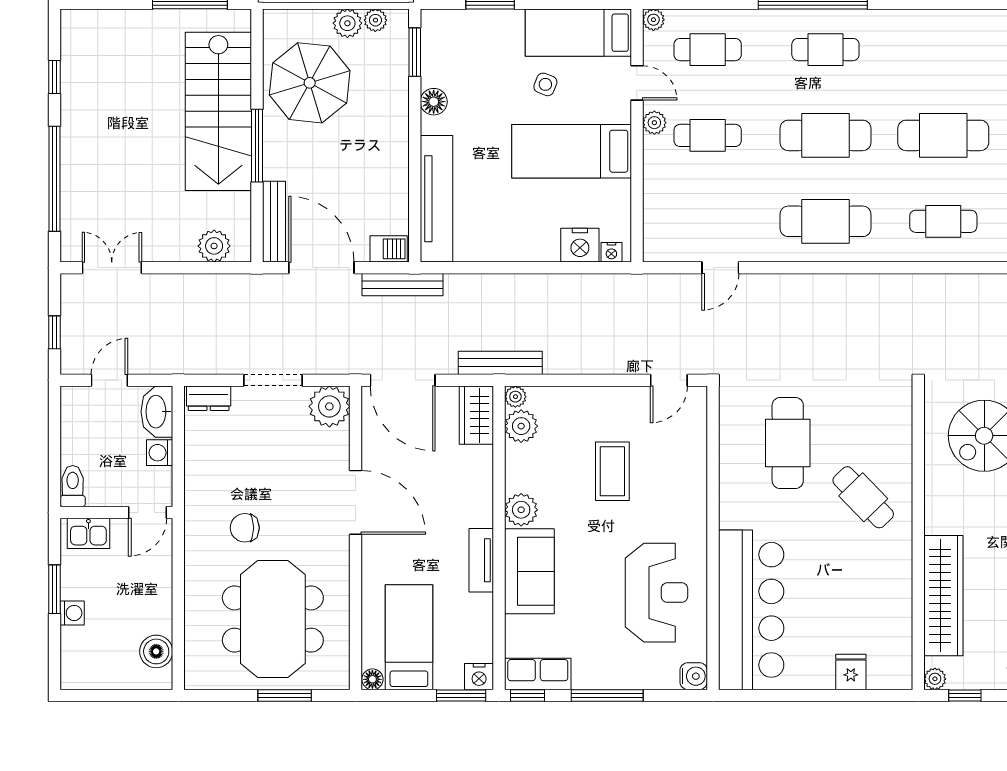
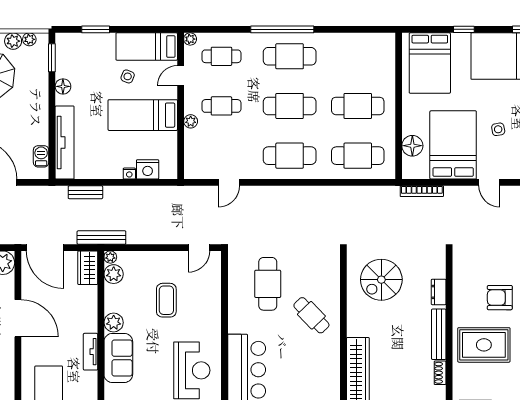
cafe table: (825, 50) -> (290, 56), width x1.37, depth x1.35
door: (637, 83) -> (181, 76), swing flipped
plant: (654, 123) -> (191, 121), moved
cafe table: (943, 221) -> (358, 156), width x1.37, depth x1.35
barbecue: (389, 249) -> (41, 156), moved, turned -90
nightstand: (611, 252) -> (129, 174), moved
bench: (402, 285) -> (85, 192), moved, width x0.73

